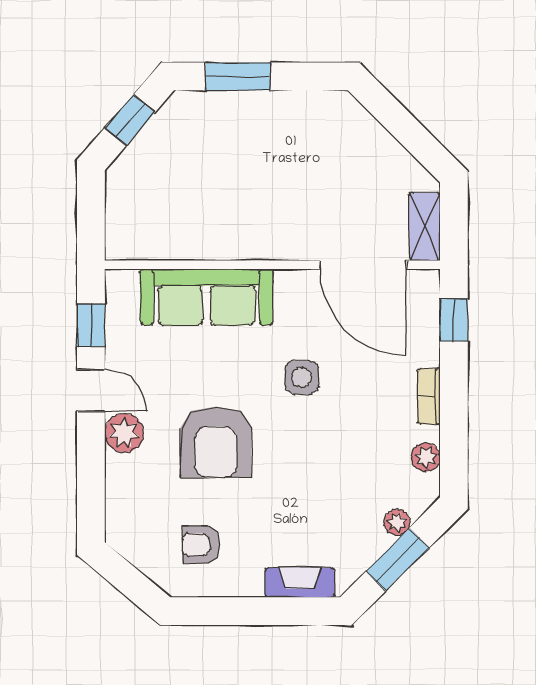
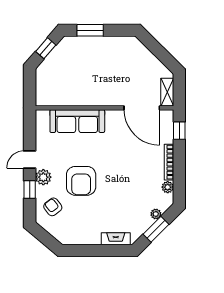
window: (91, 325) -> (30, 190), moved
side table: (302, 377) -> (116, 154), removed
door: (91, 390) -> (30, 160), swing flipped
bookcase: (429, 396) -> (169, 162), width x1.56
armchair: (201, 545) -> (53, 207), moved, turned 52

